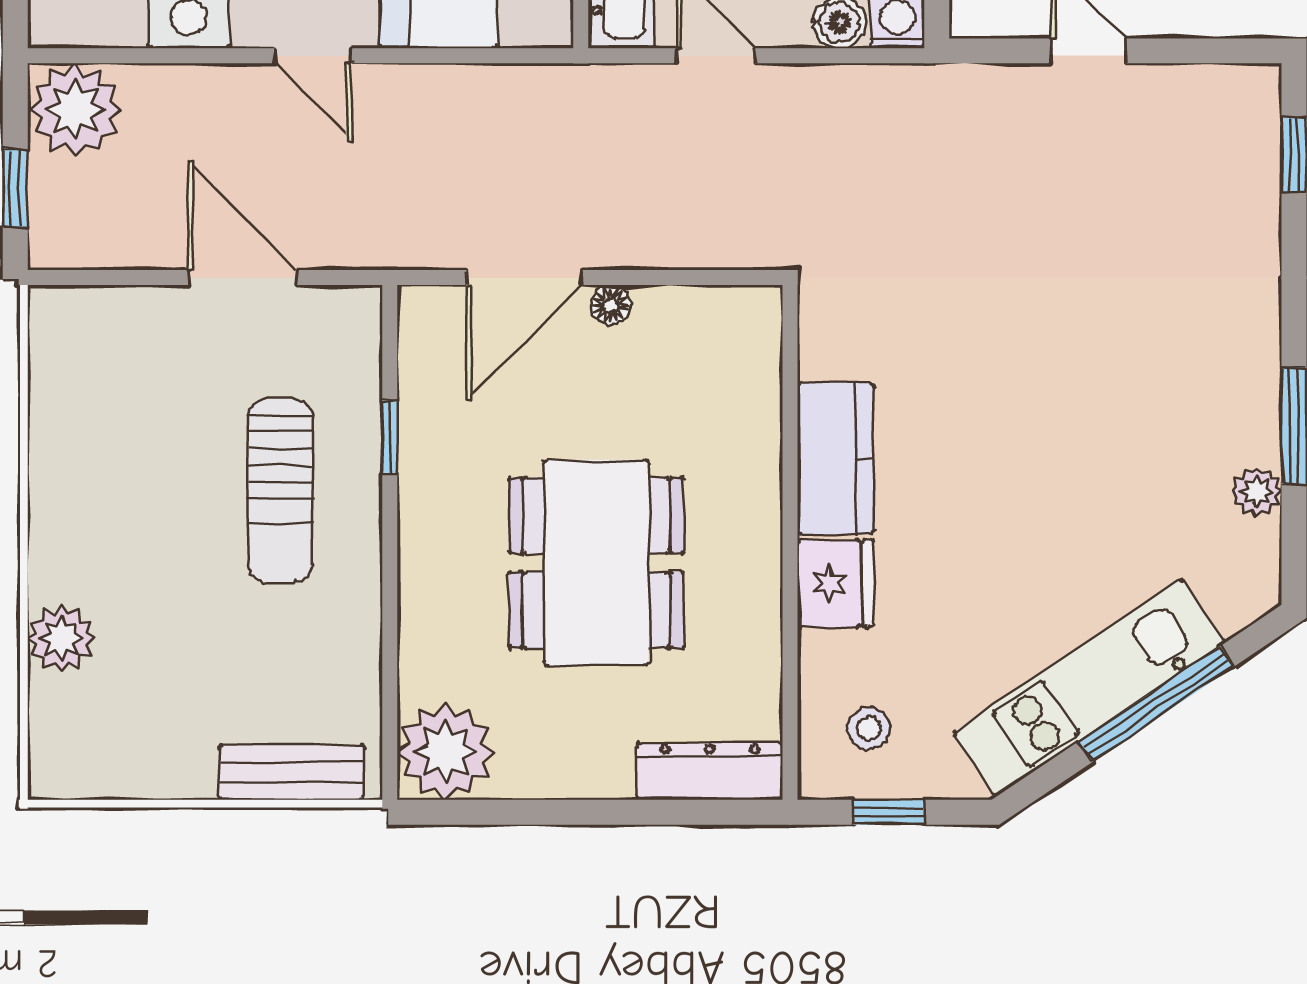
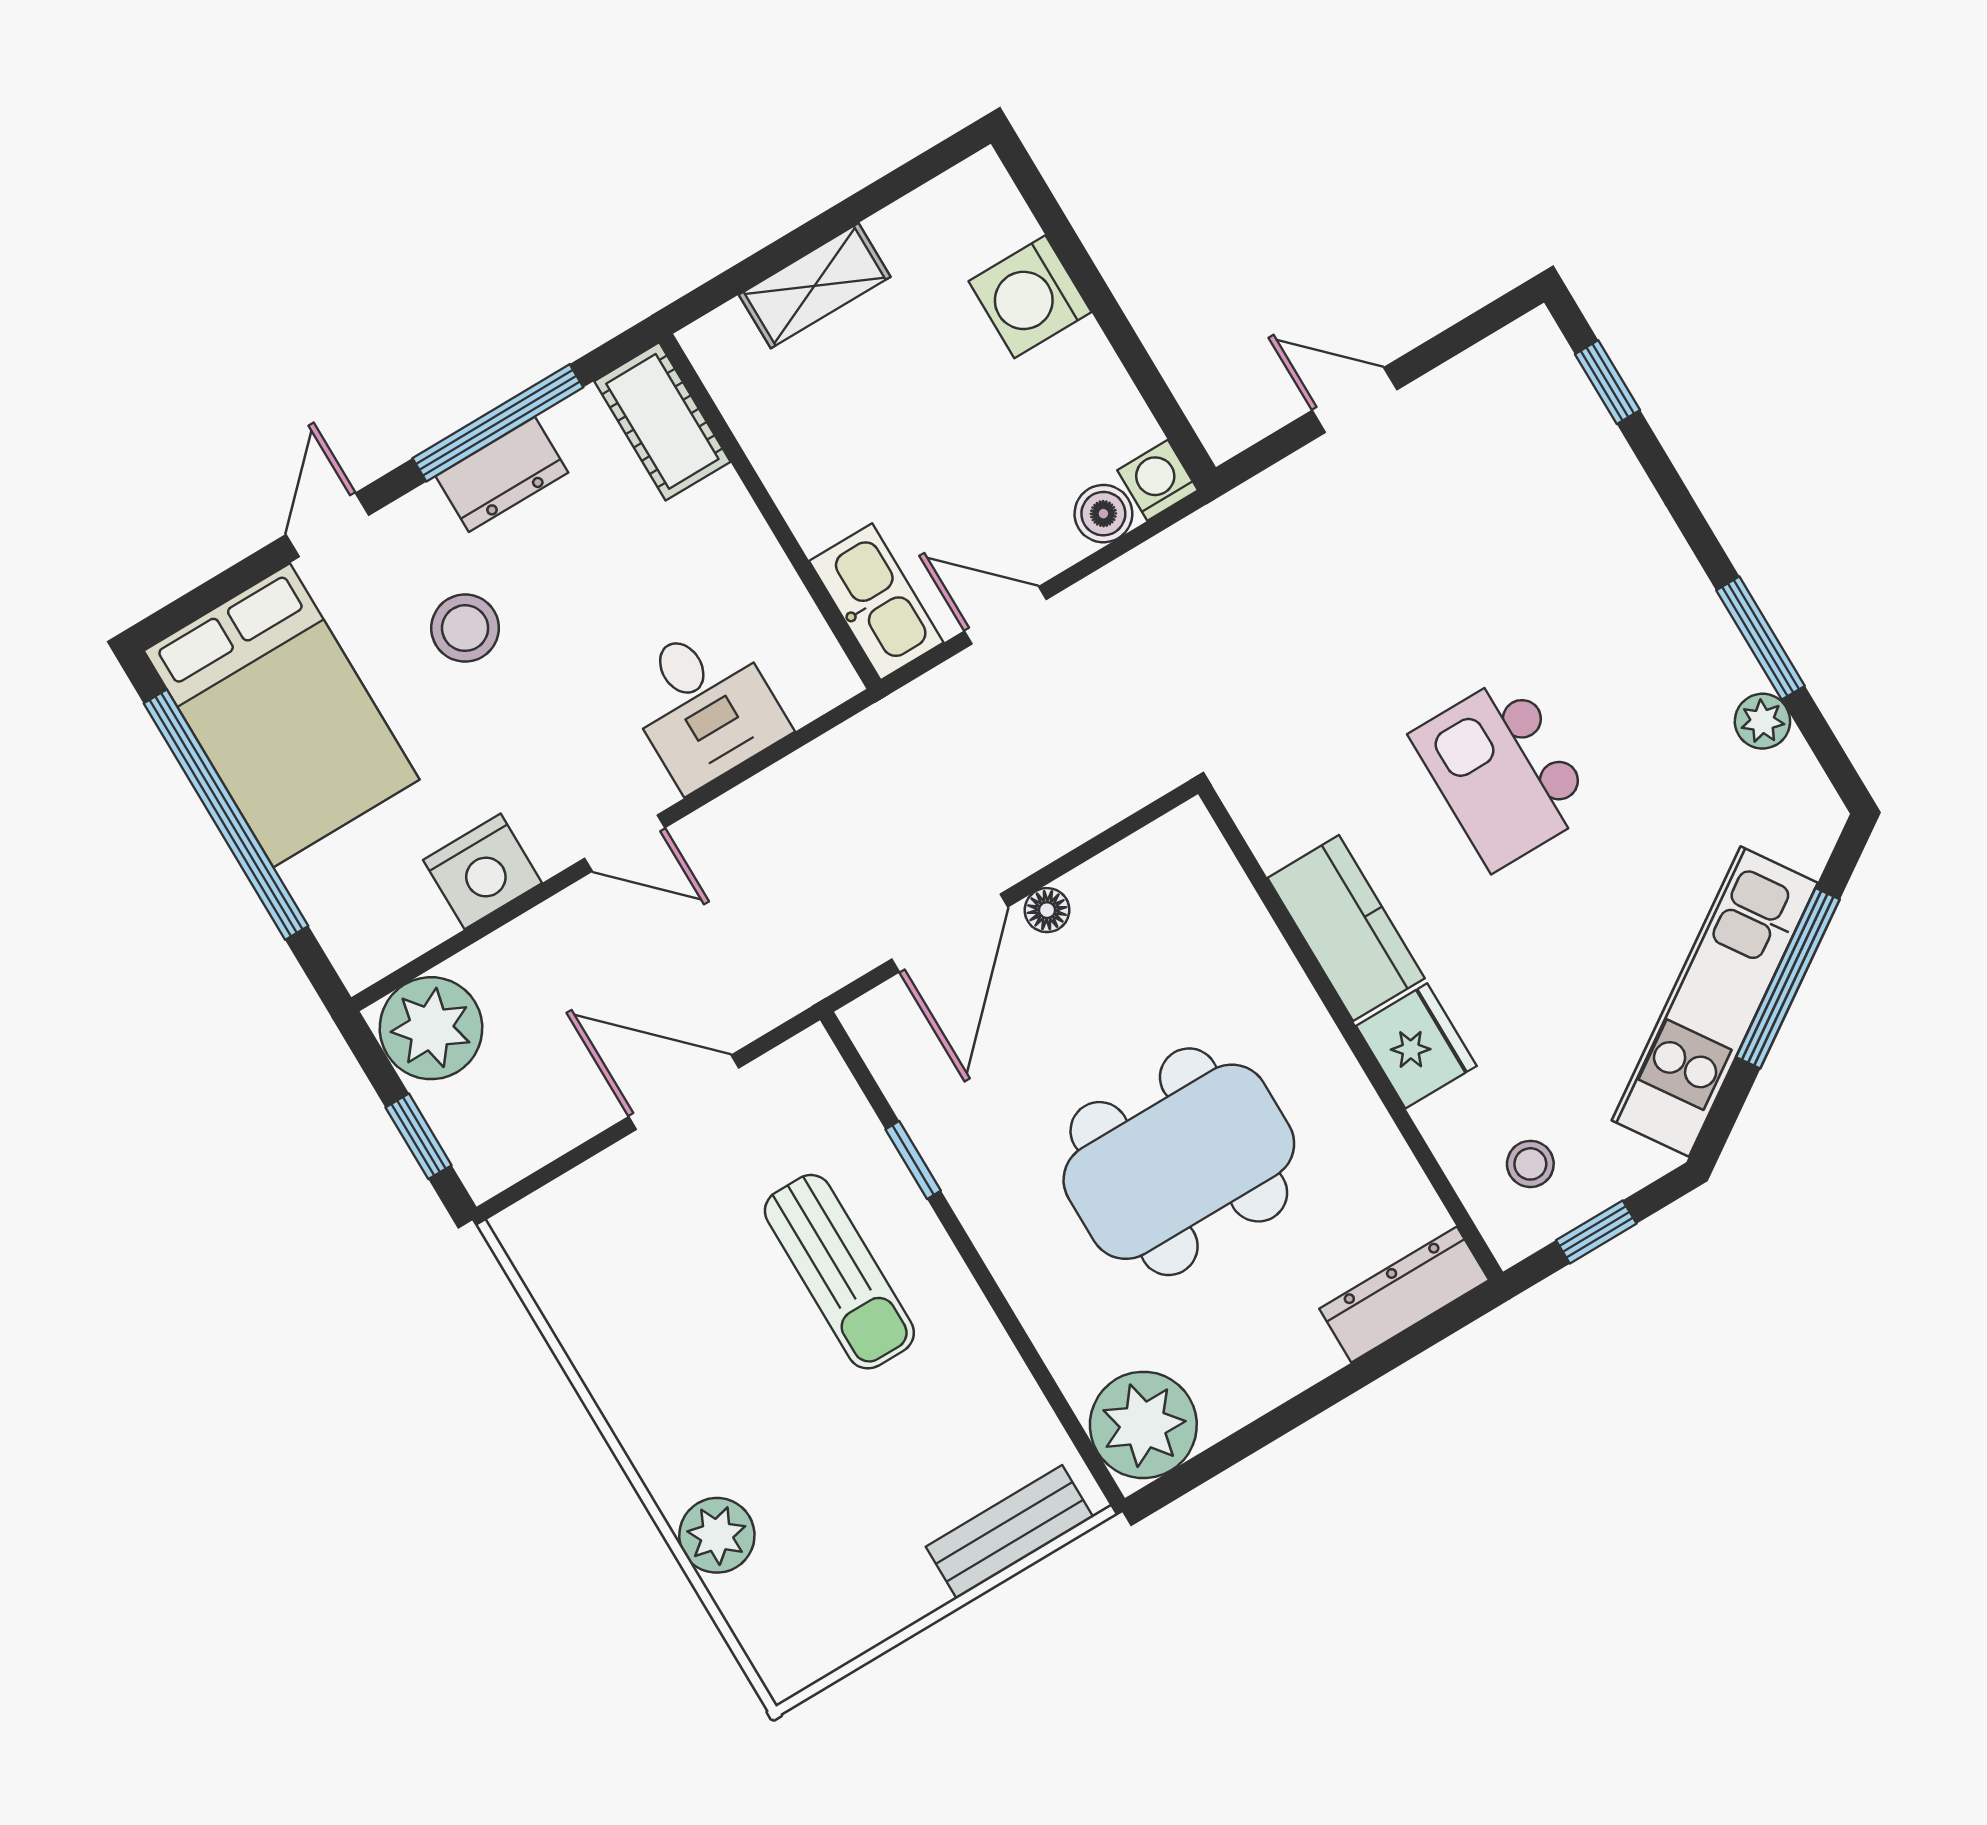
kitchen island: (1030, 410) -> (1503, 772), added
dining table: (596, 563) -> (1179, 1162), turned 90

